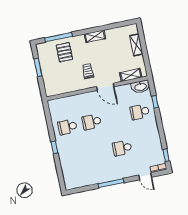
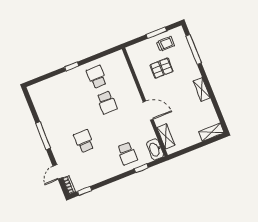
shelving: (136, 45) -> (211, 132), moved
pallet: (64, 52) -> (162, 68), moved
trolley: (88, 71) -> (165, 44), moved
door: (105, 87) -> (148, 111), swing flipped
school desk: (140, 112) -> (127, 154), turned 180
school desk: (92, 122) -> (107, 102), turned 180

